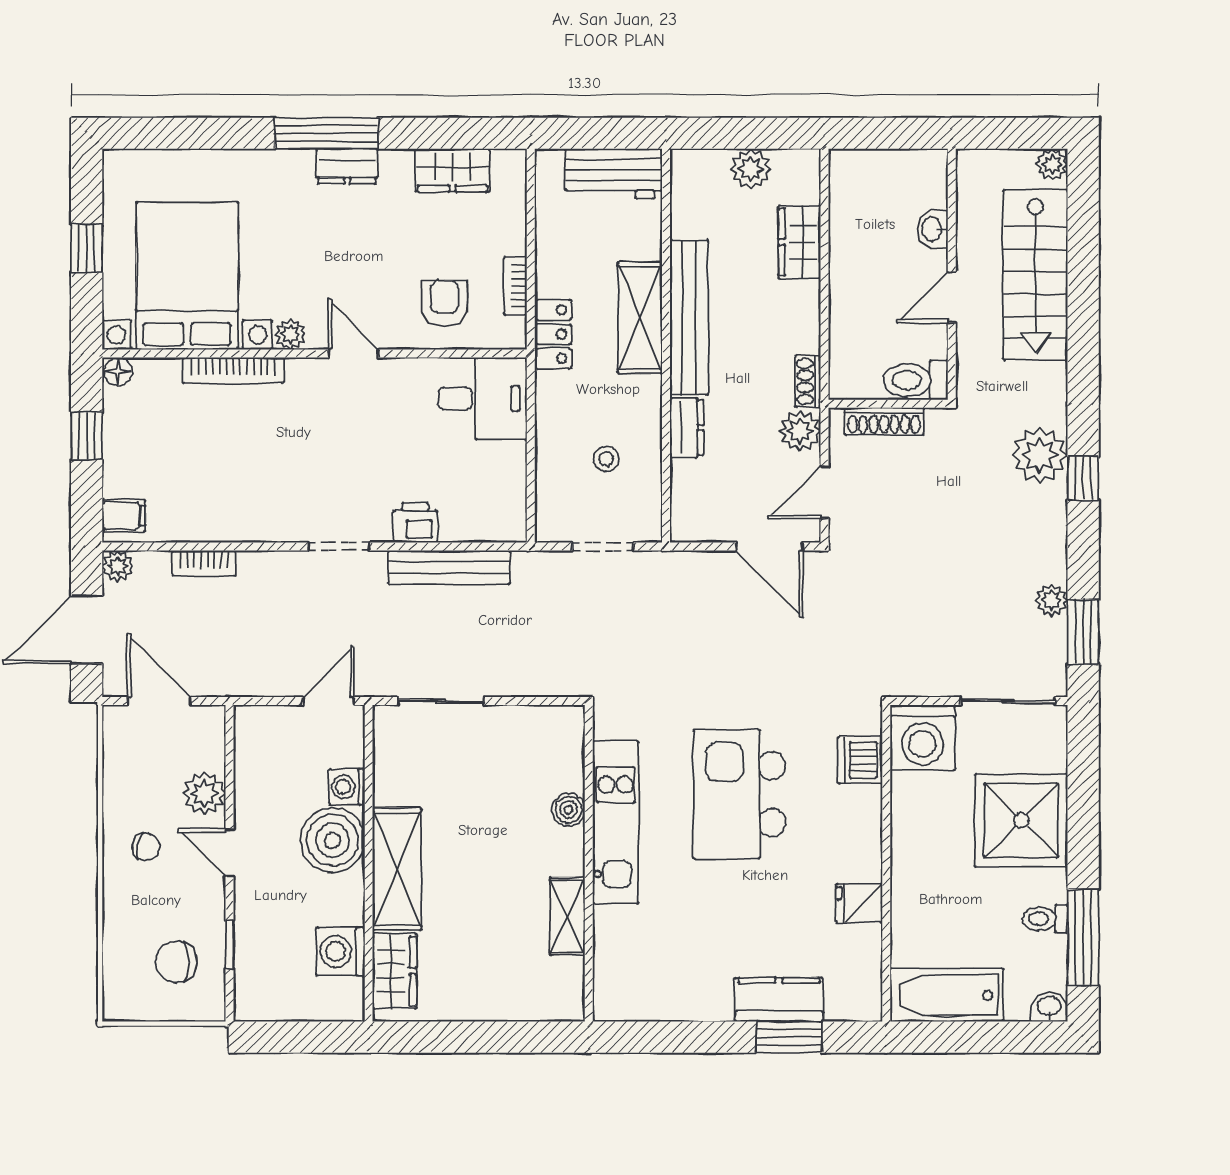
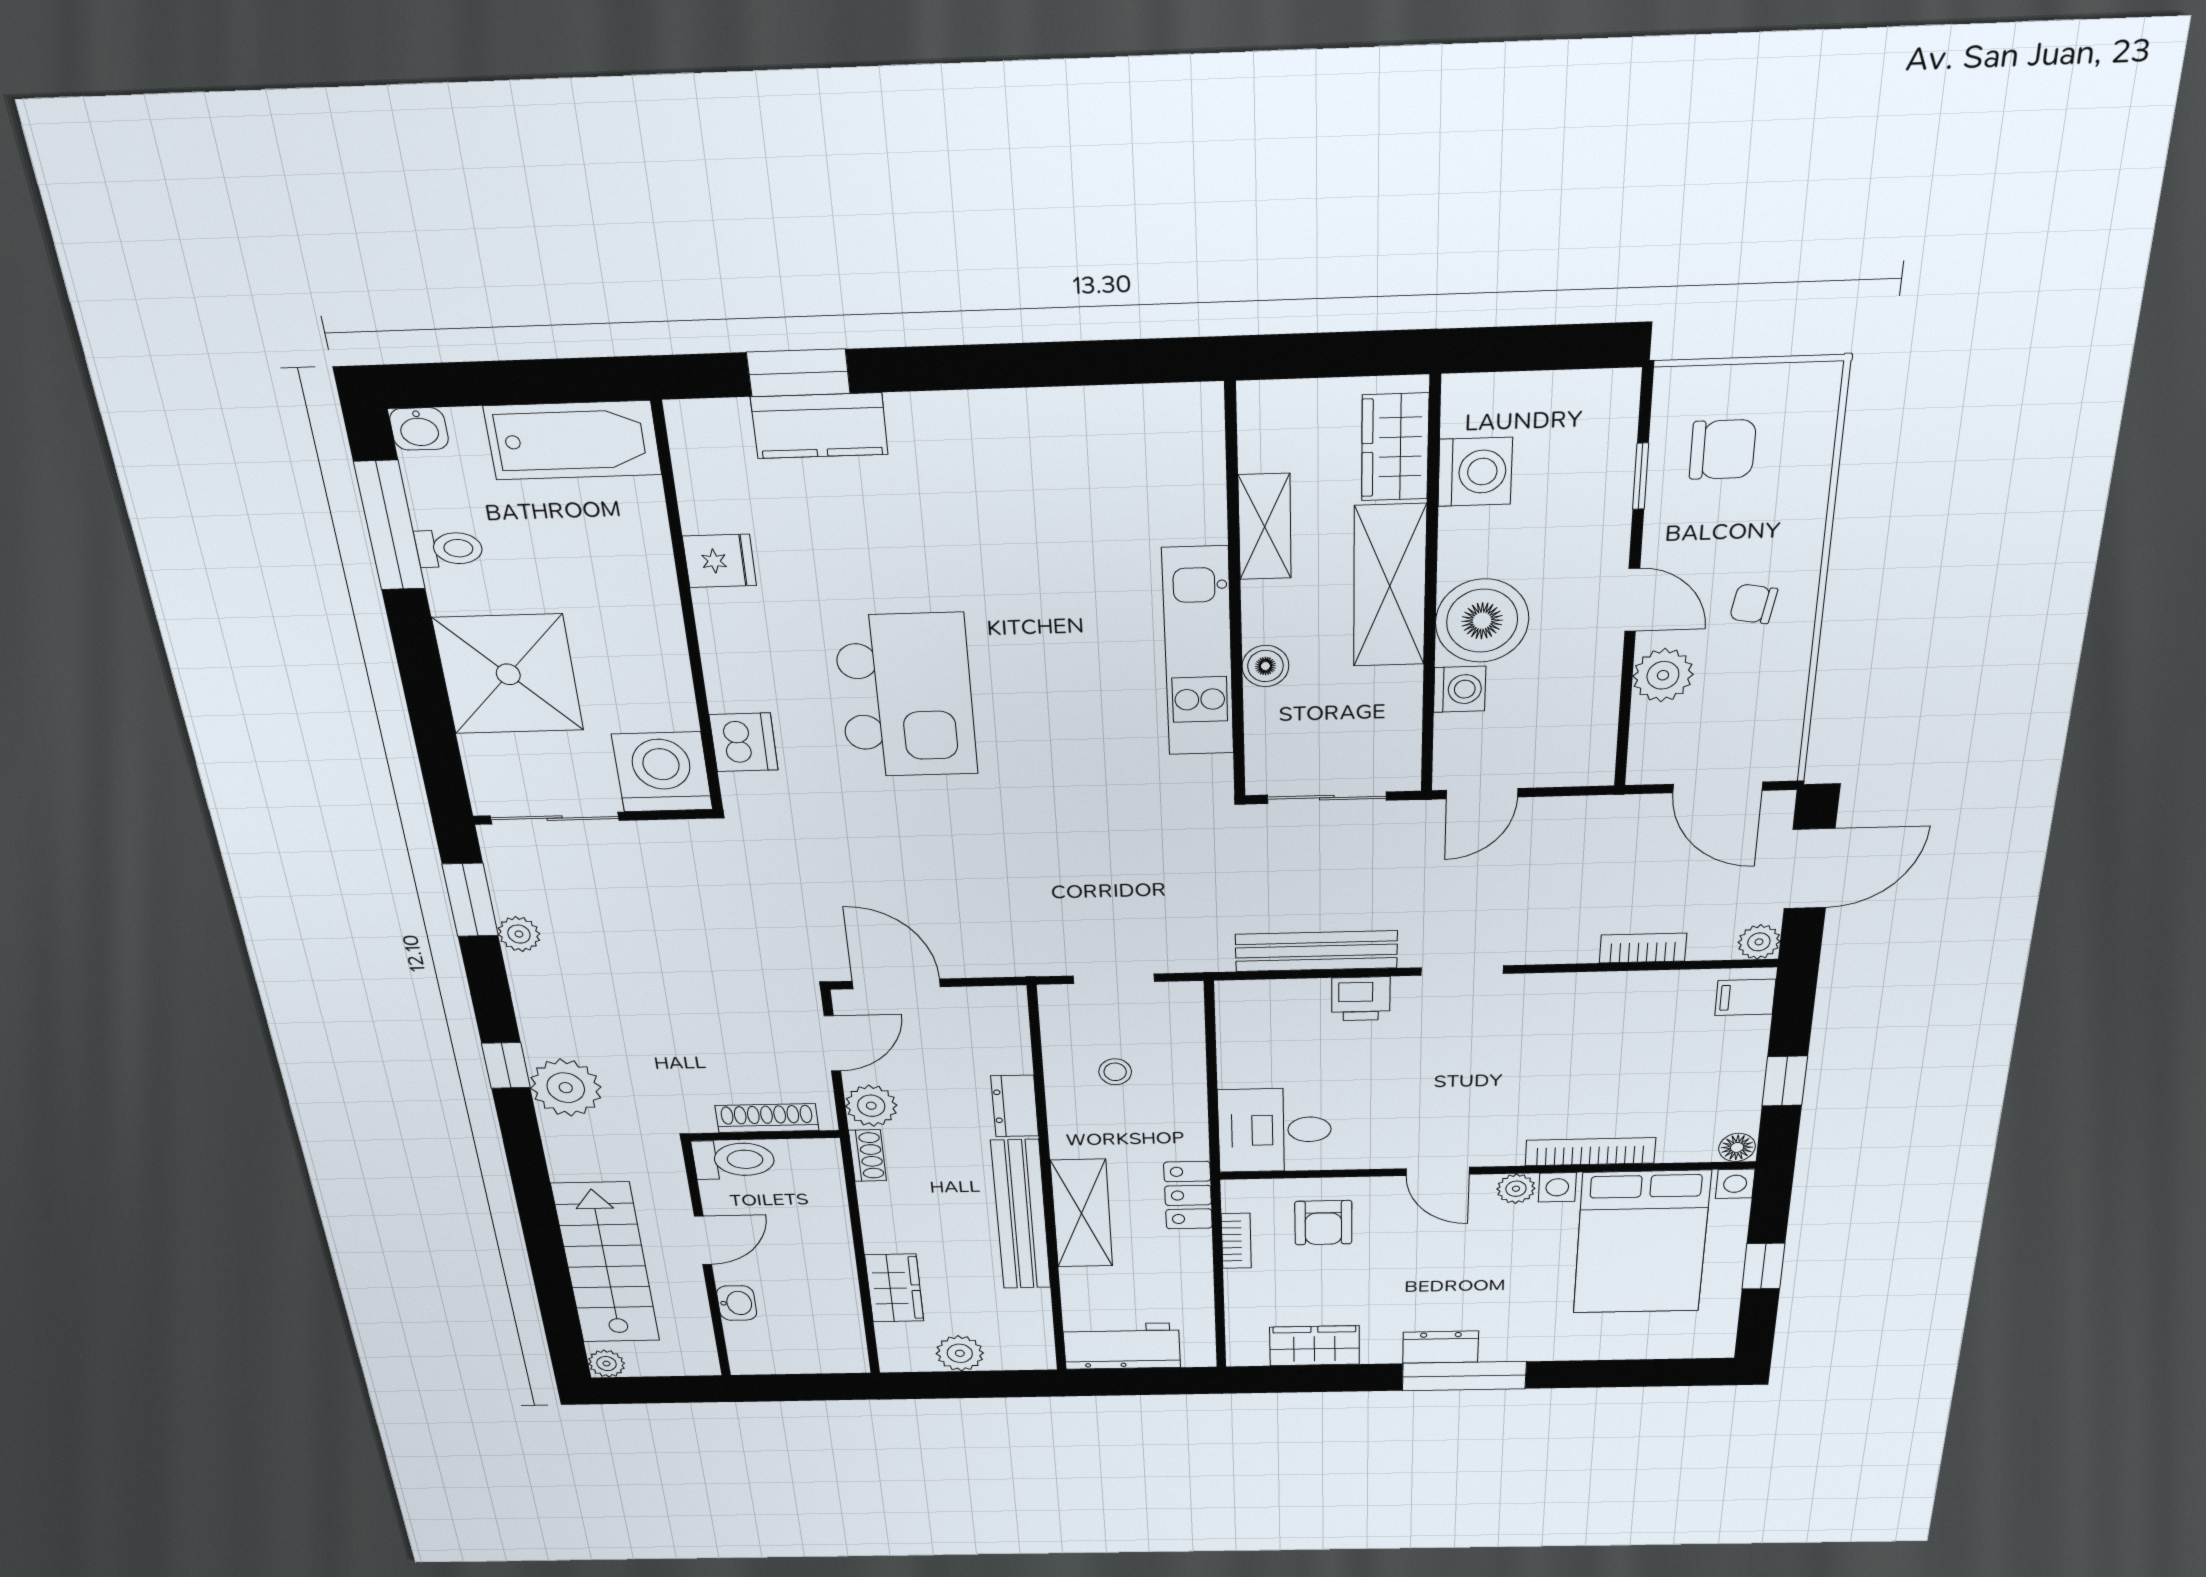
boiler: (569, 810) -> (1265, 666), moved
kitchen unit: (616, 822) -> (1198, 652), moved
wall: (589, 863) -> (1235, 598), moved
shelving: (567, 916) -> (1265, 527), moved

